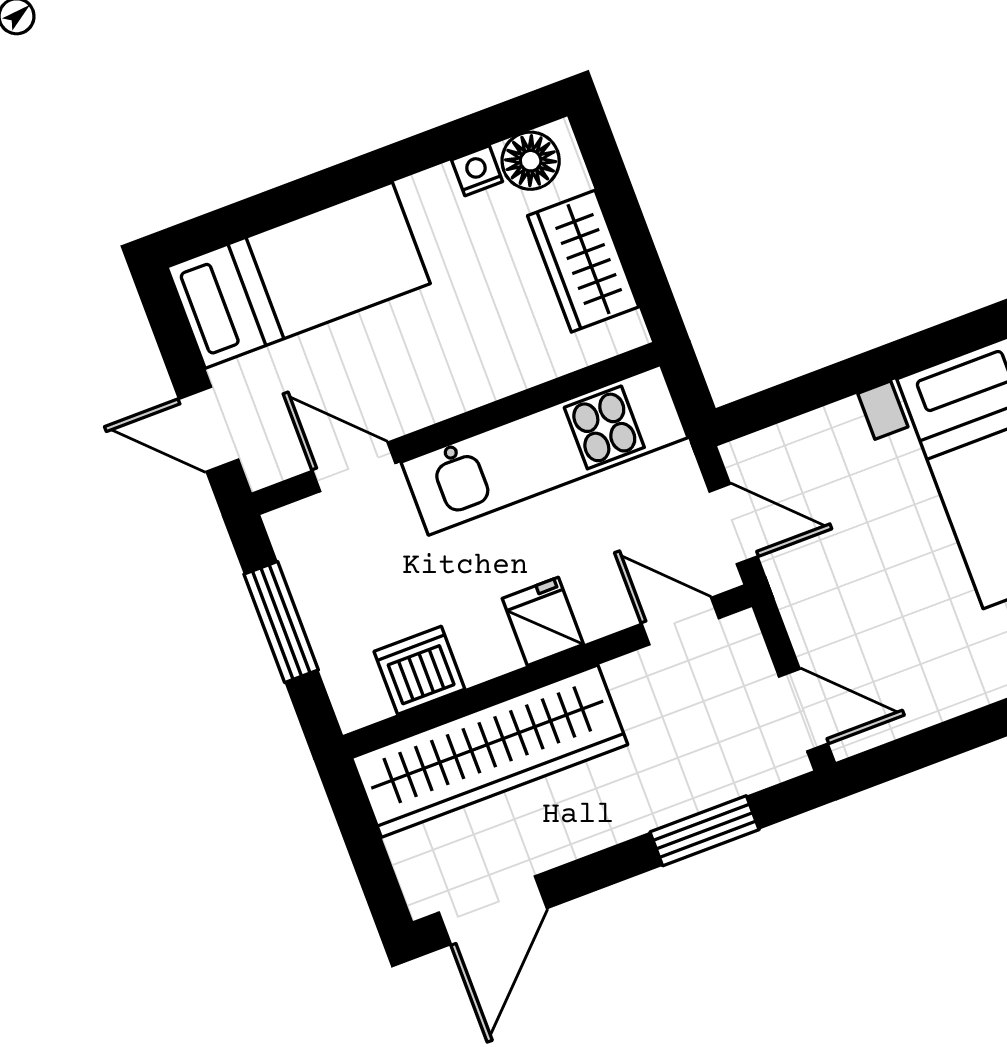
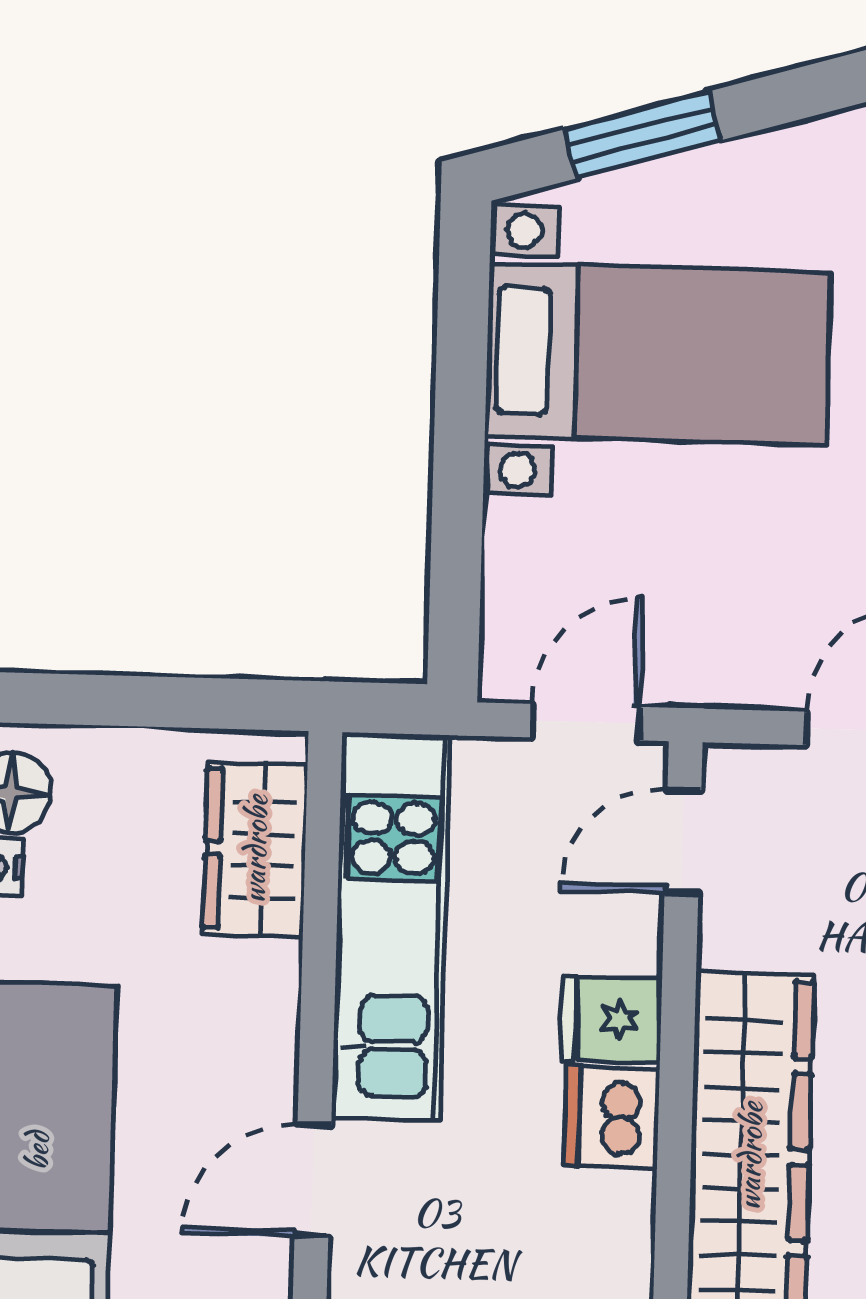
wardrobe: (583, 261) -> (255, 849), moved, turned 90
dishwasher: (419, 670) -> (612, 1118), moved

